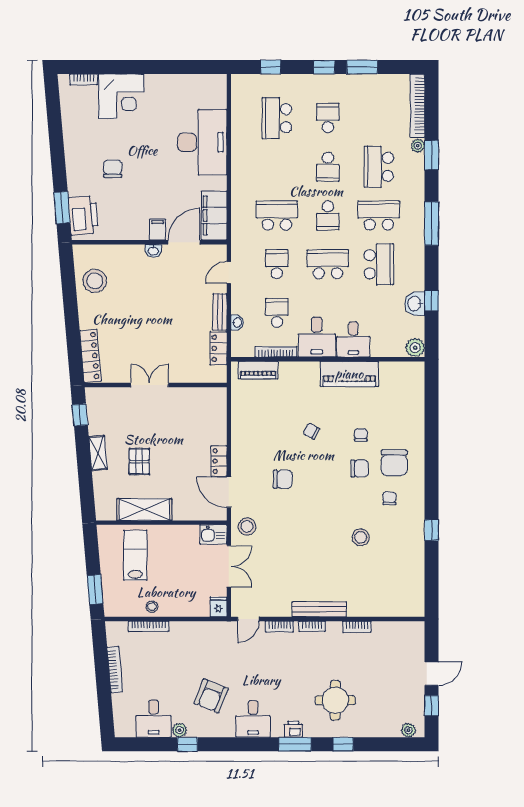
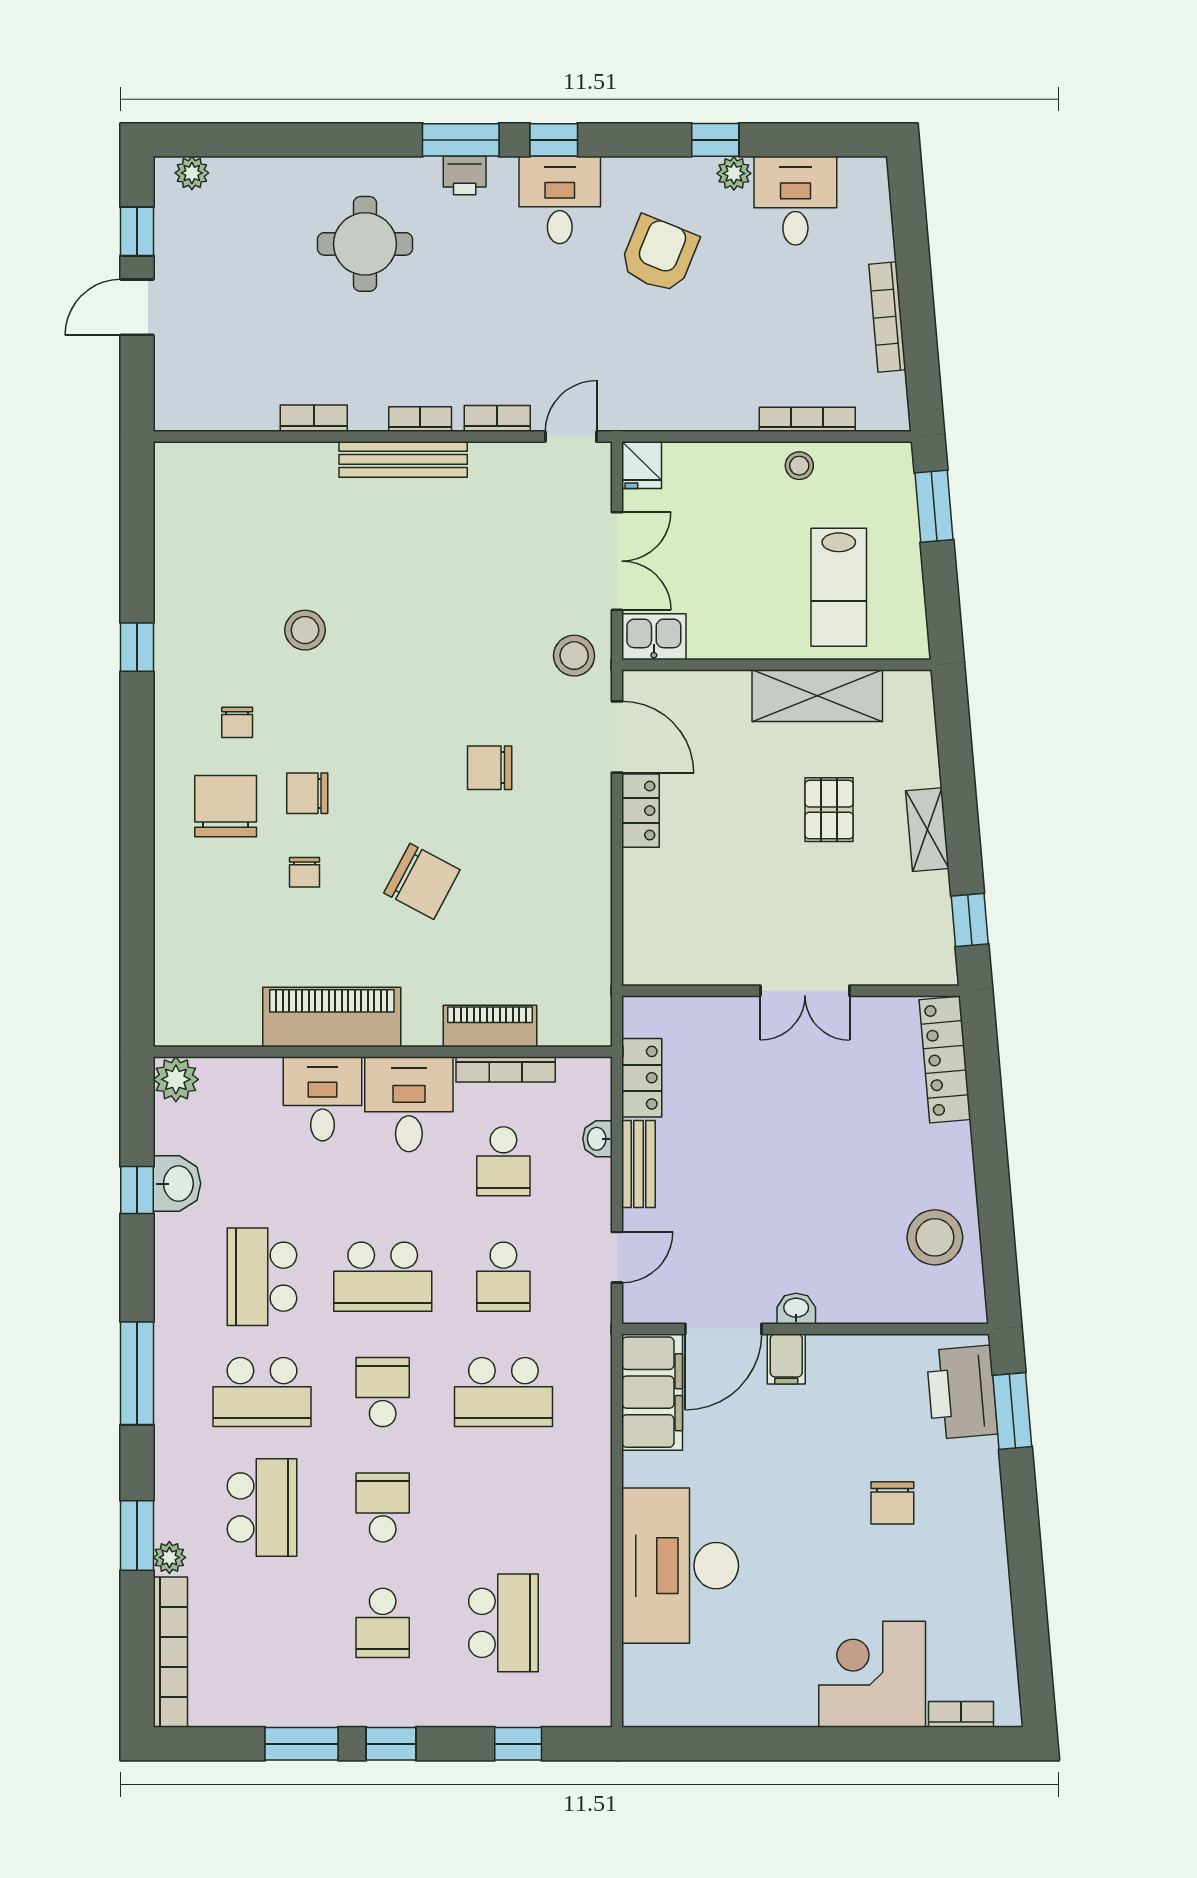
piano: (258, 370) -> (490, 1026), moved
chair: (311, 431) -> (422, 881), width x1.87, depth x1.87
double door: (229, 566) -> (617, 561), swing flipped
window: (343, 744) -> (554, 140), moved

